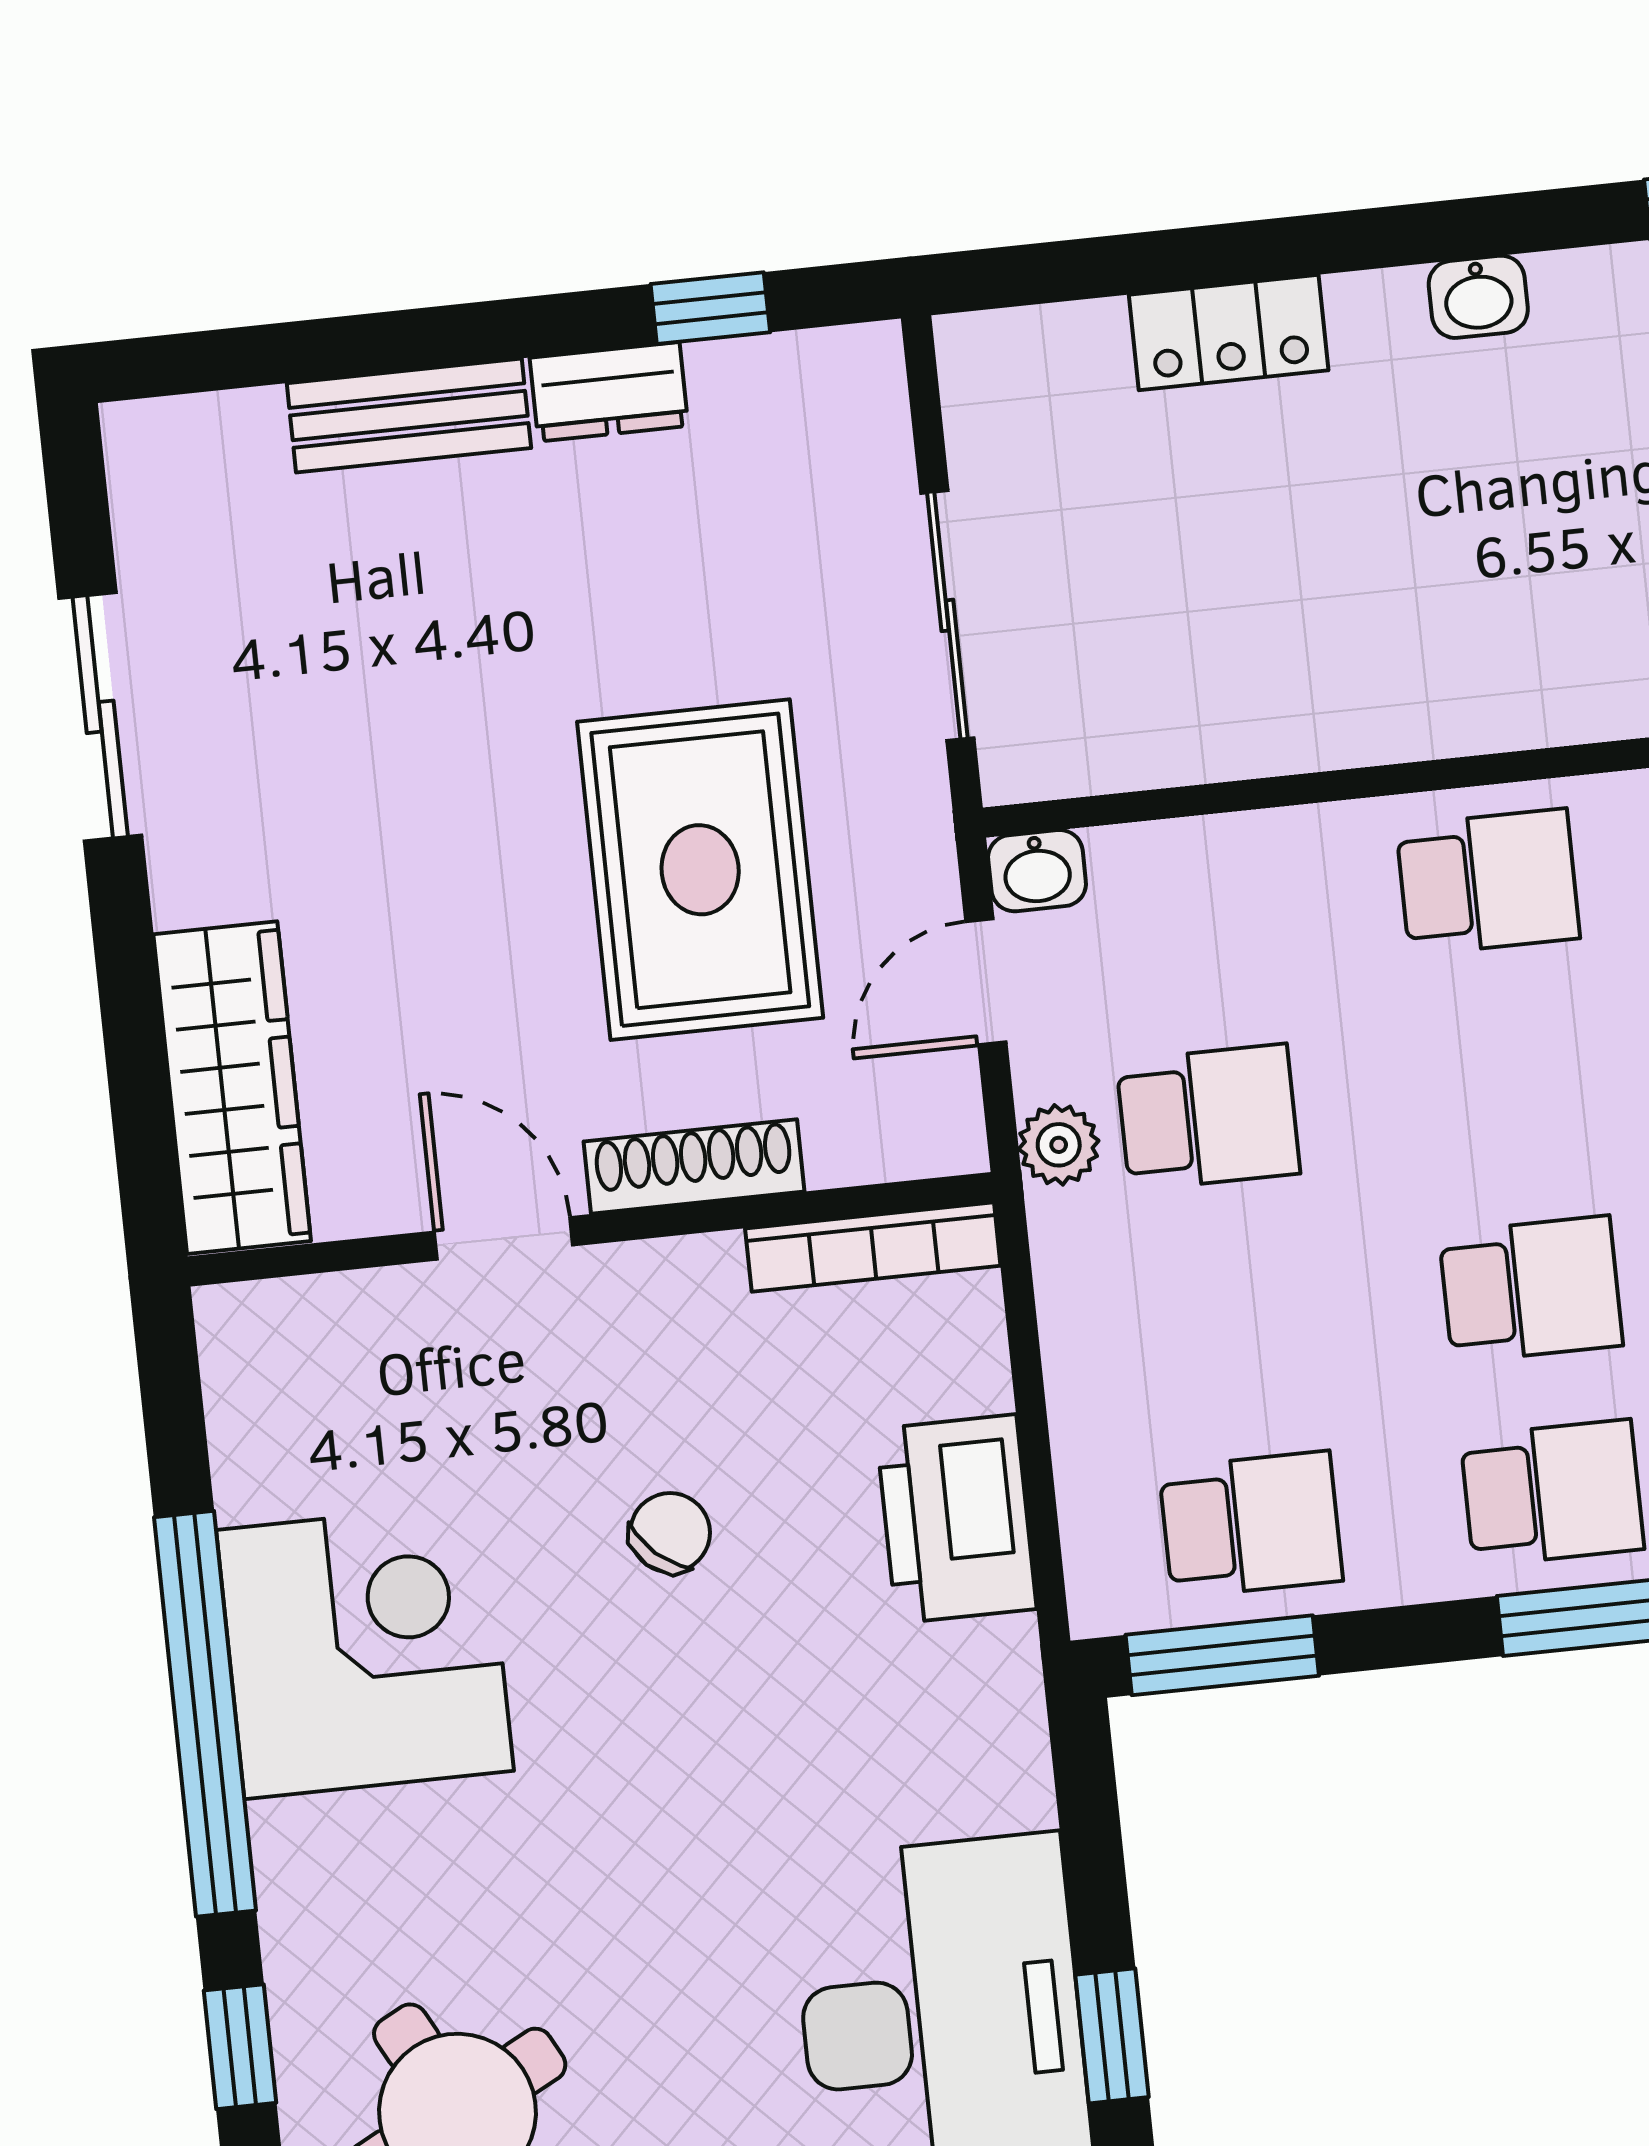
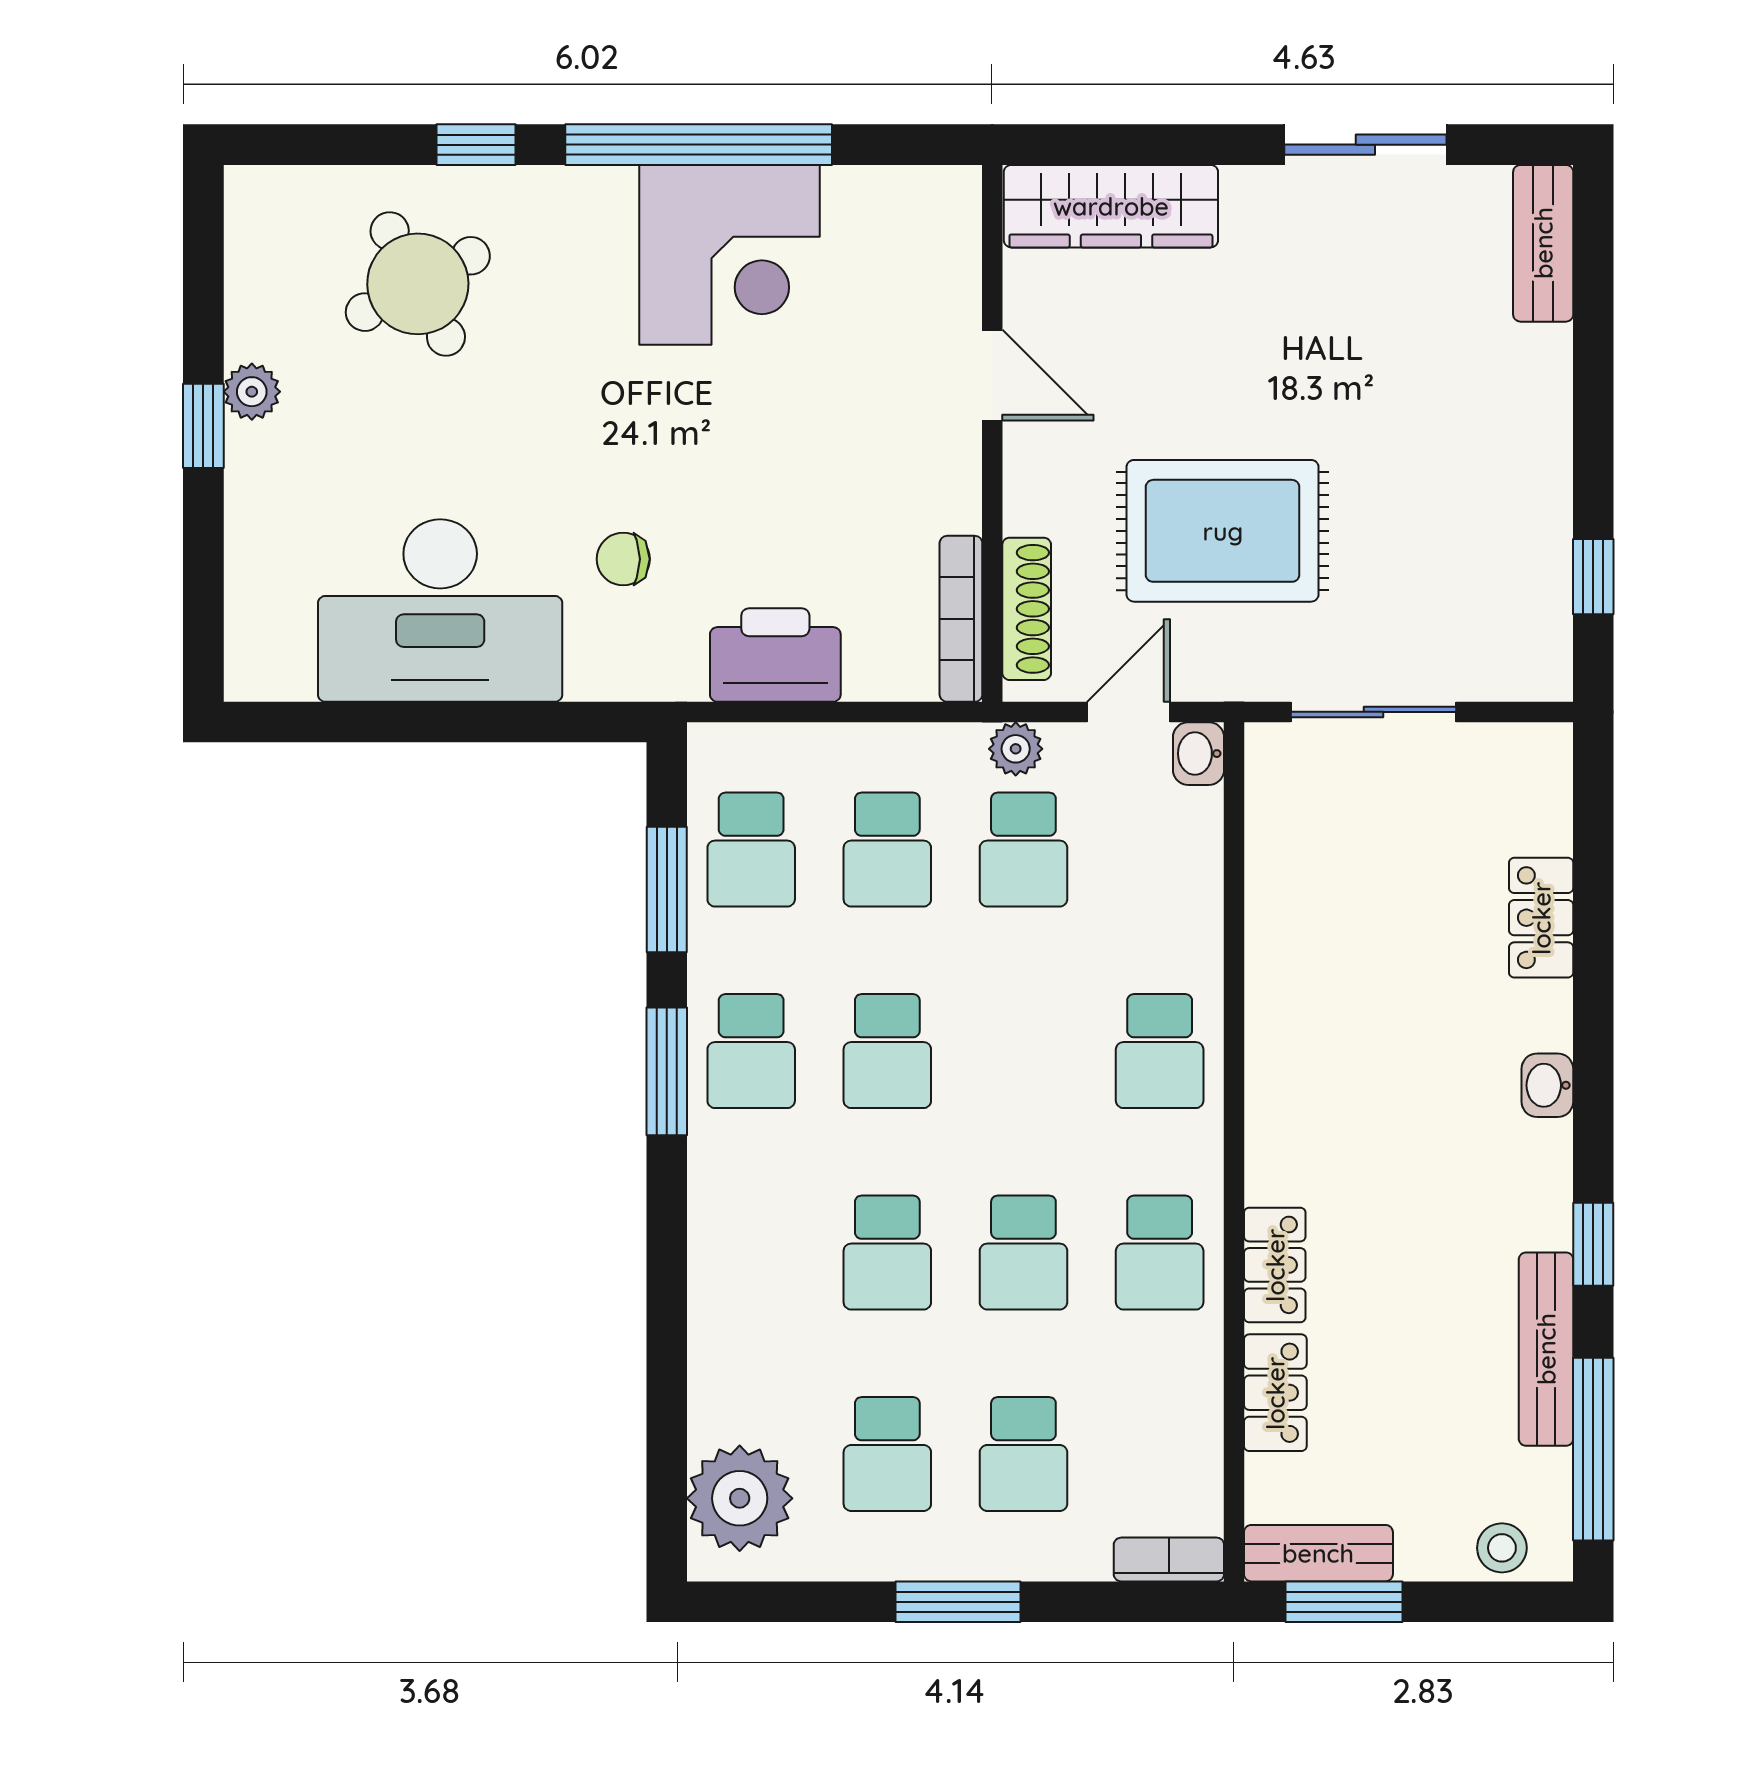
dresser: (609, 392) -> (1545, 504), removed
bench: (409, 416) -> (1543, 243), moved
door: (986, 982) -> (1128, 712), hinge flipped
shoe rack: (694, 1167) -> (1027, 609), moved
door: (504, 1238) -> (992, 375), hinge flipped
school desk: (1229, 1321) -> (887, 850), added
chair: (670, 1533) -> (623, 559), moved, turned 138
window: (1222, 1655) -> (667, 890), moved
window: (1112, 2036) -> (423, 722), removed

